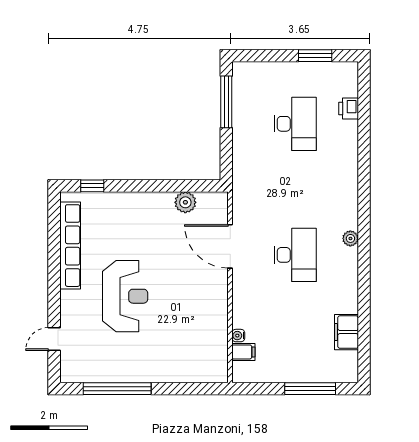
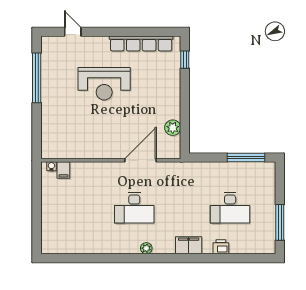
window: (315, 56) -> (280, 222), width x1.44
printer: (349, 108) -> (221, 247), moved
filing cabinet: (346, 332) -> (189, 245), moved
water cooler: (238, 336) -> (51, 166), moved
window: (310, 389) -> (37, 219), removed

